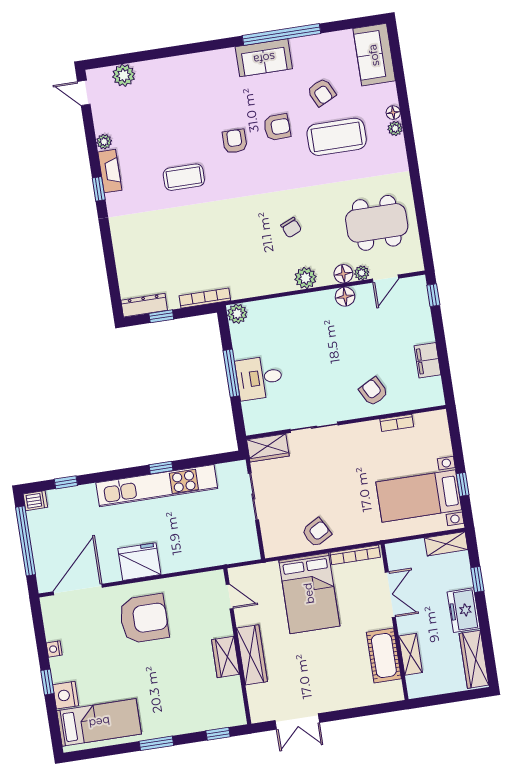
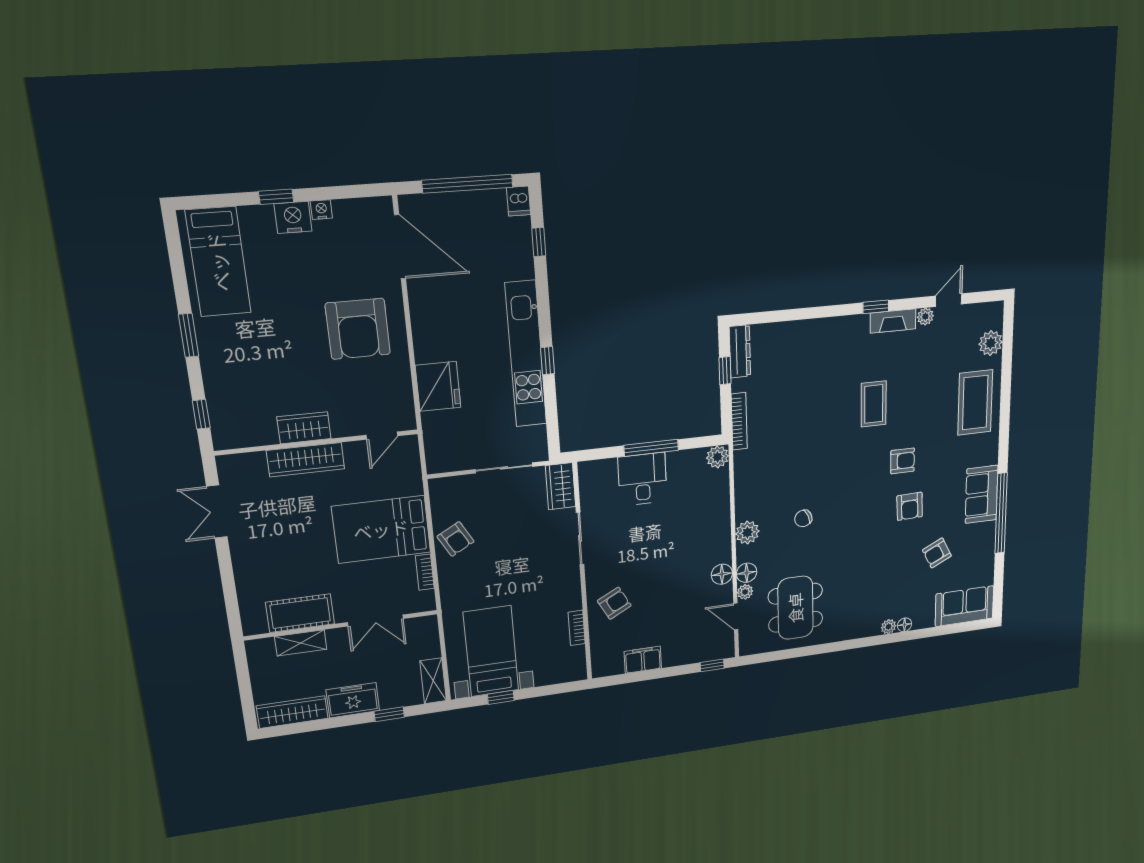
door: (84, 93) -> (949, 300), moved
coffee table: (337, 137) -> (975, 403), moved
bookcase: (355, 555) -> (425, 572), width x0.64
fridge: (139, 562) -> (438, 386), moved
nightstand: (66, 695) -> (293, 217), moved

